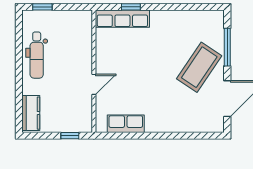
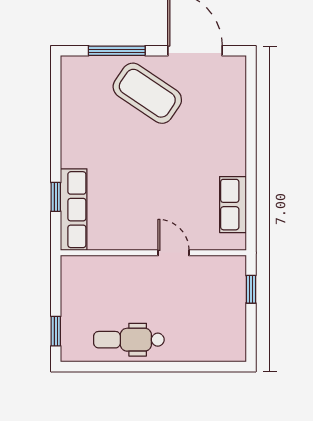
dental chair: (37, 55) -> (129, 340), turned 180
kitchen counter: (31, 113) -> (217, 349), removed

